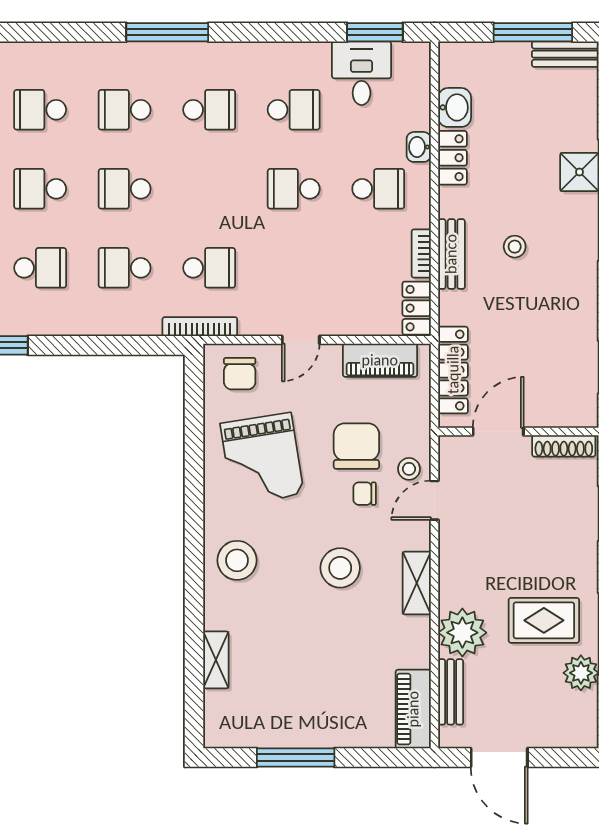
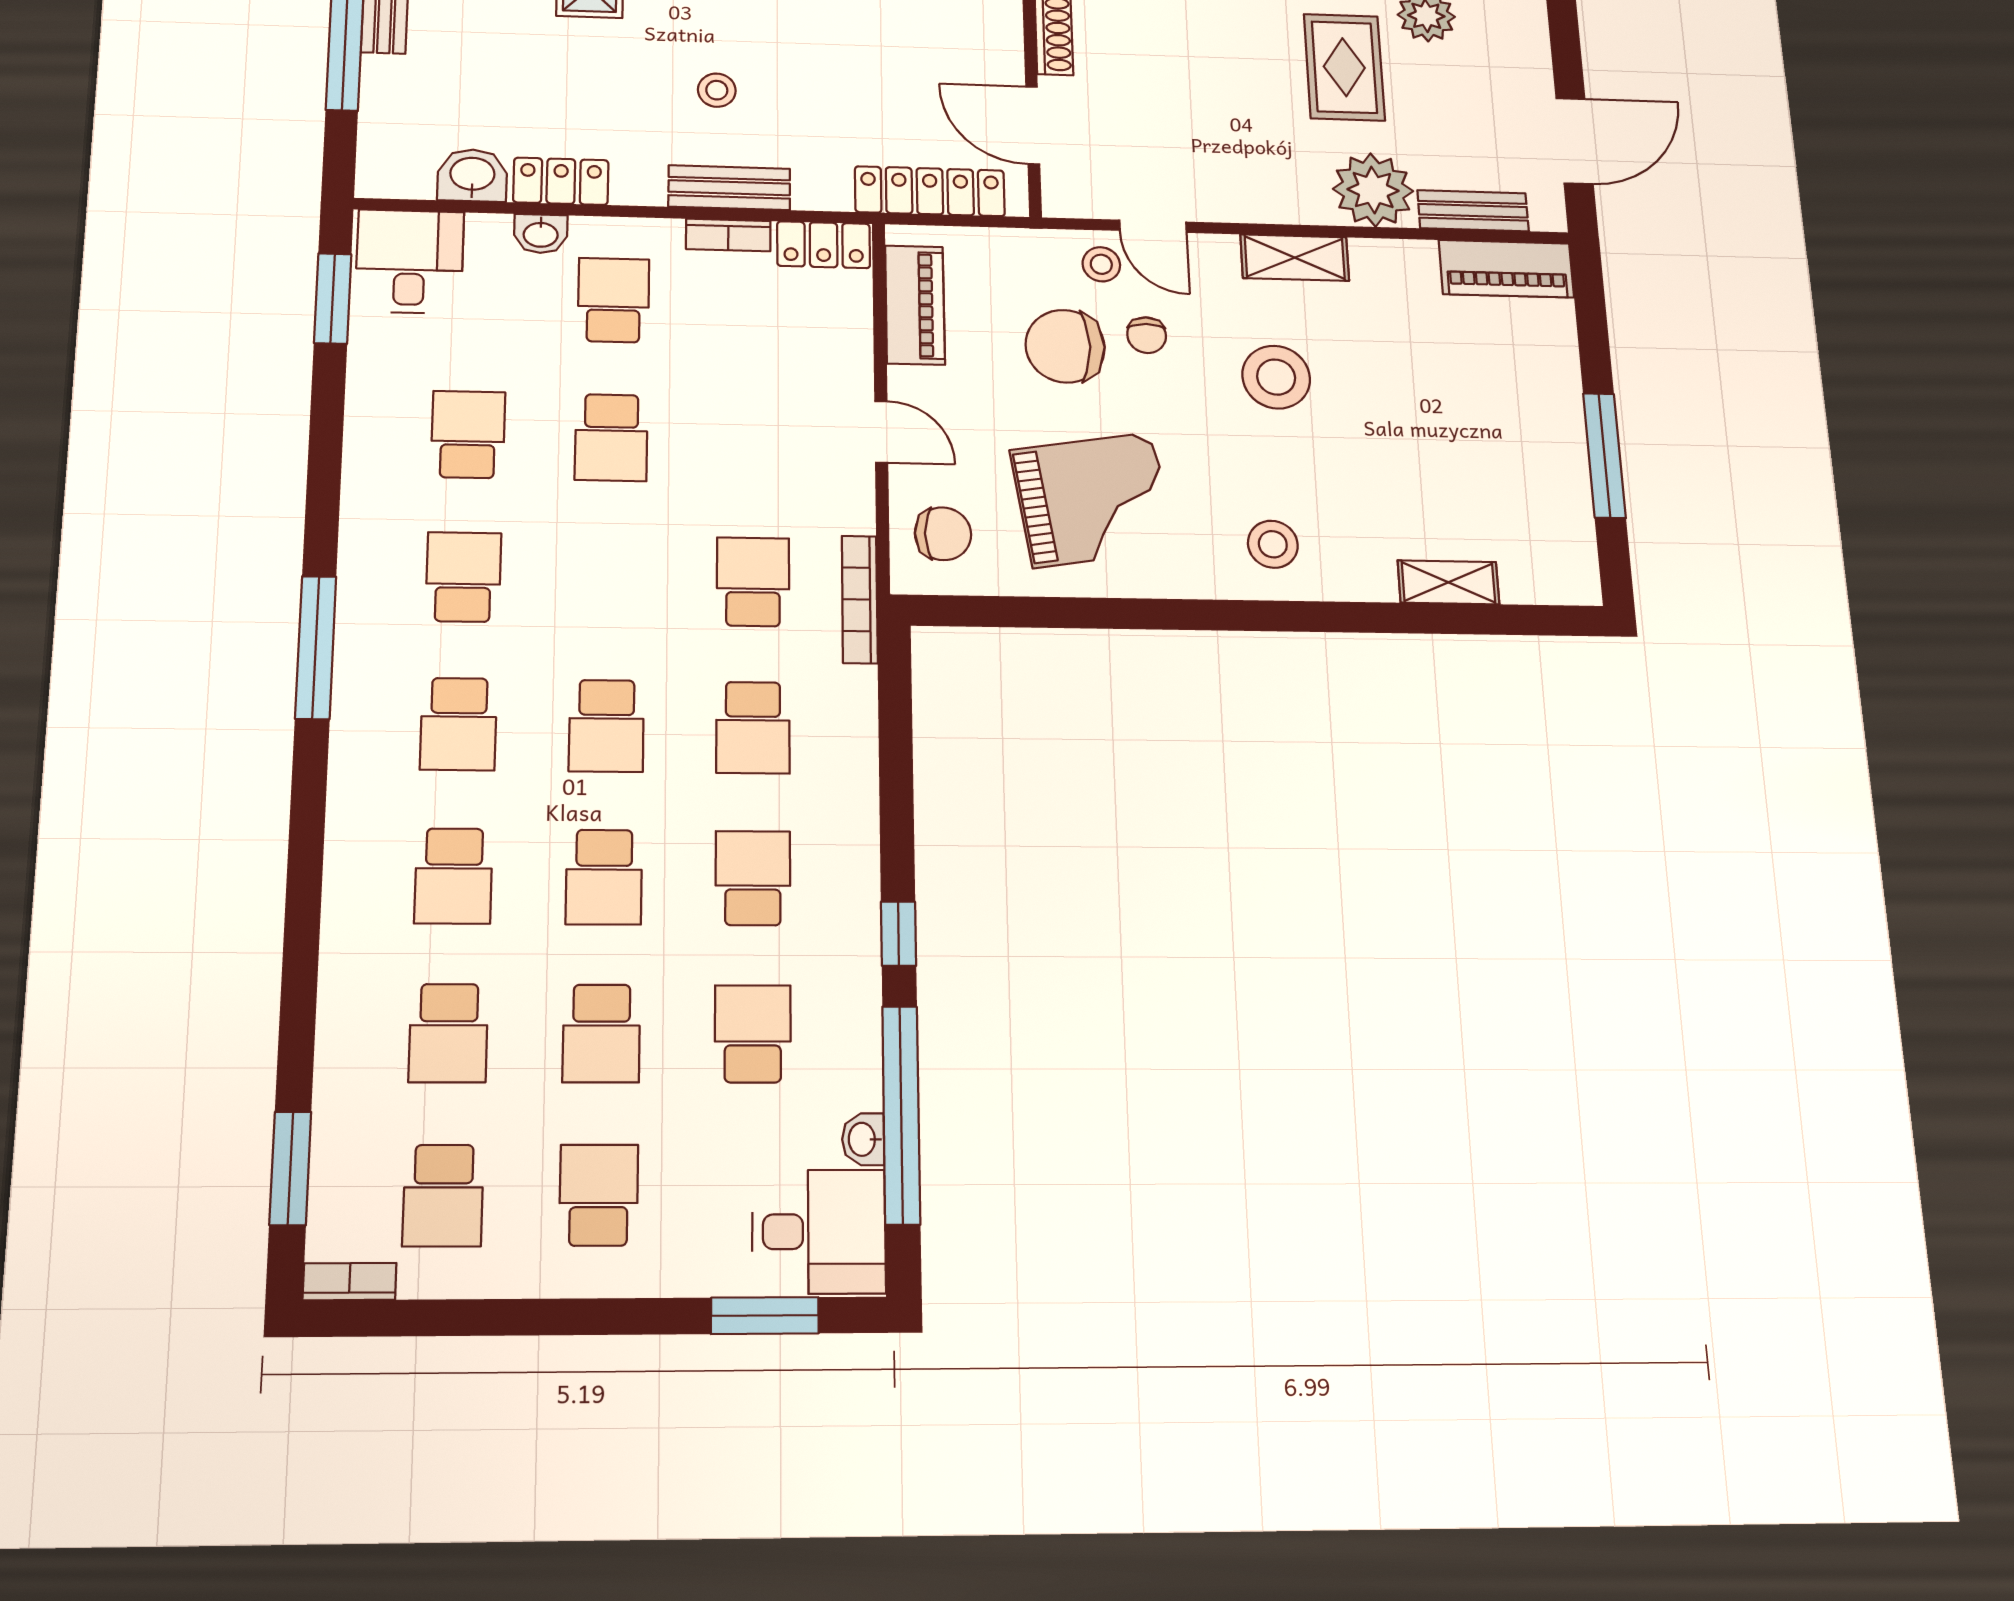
desk: (362, 73) -> (410, 262), moved, turned 90
stool: (237, 560) -> (1273, 544), width x0.73, depth x0.73

